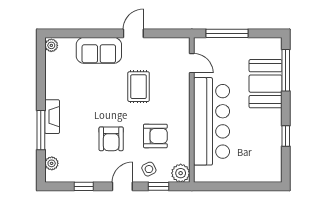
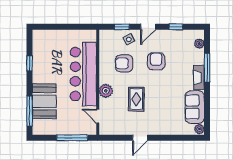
sofa: (99, 50) -> (195, 107), moved, turned -90
plant: (181, 173) -> (106, 91), moved

